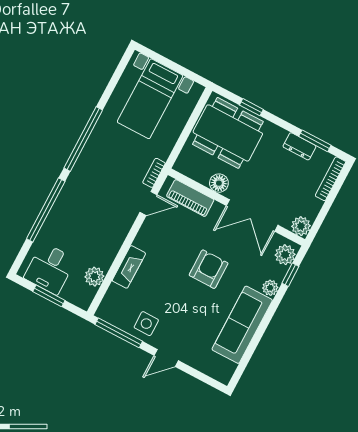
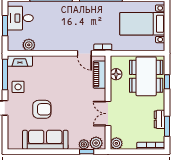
floor lamp: (219, 183) -> (116, 74), moved
double door: (252, 215) -> (108, 114), width x0.73
fireplace: (129, 267) -> (20, 61), moved
armchair: (209, 269) -> (42, 109), moved
plant: (270, 288) -> (84, 144), moved

